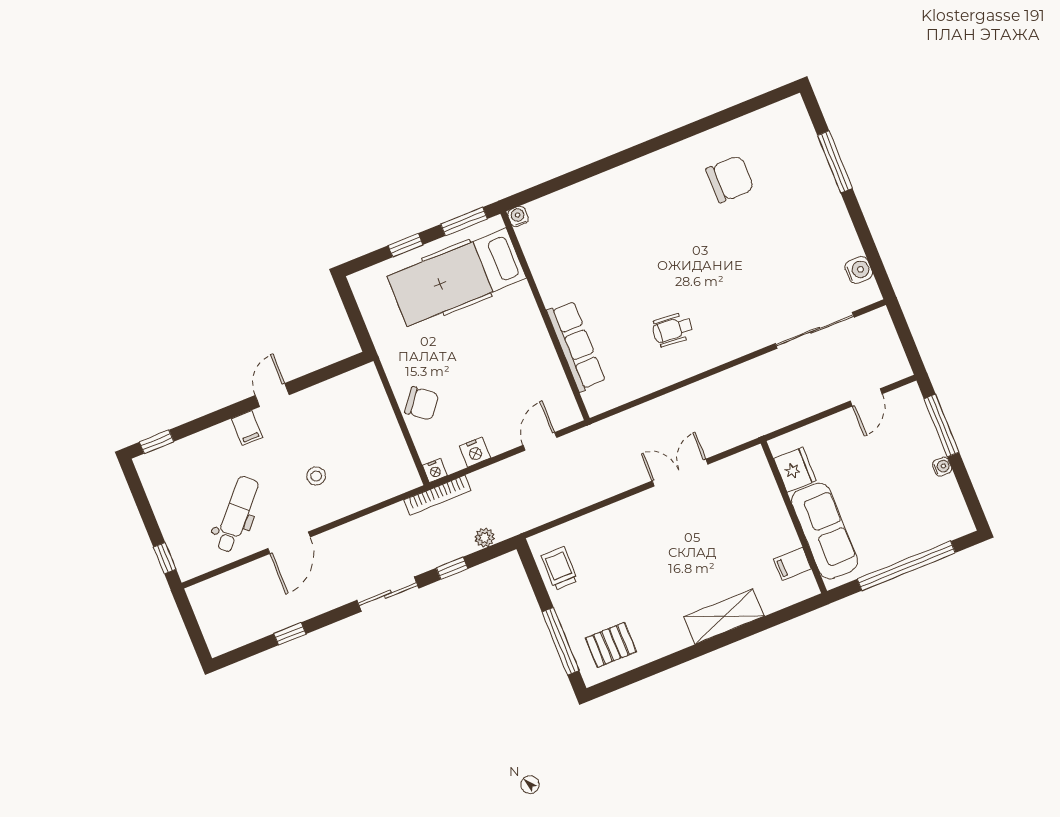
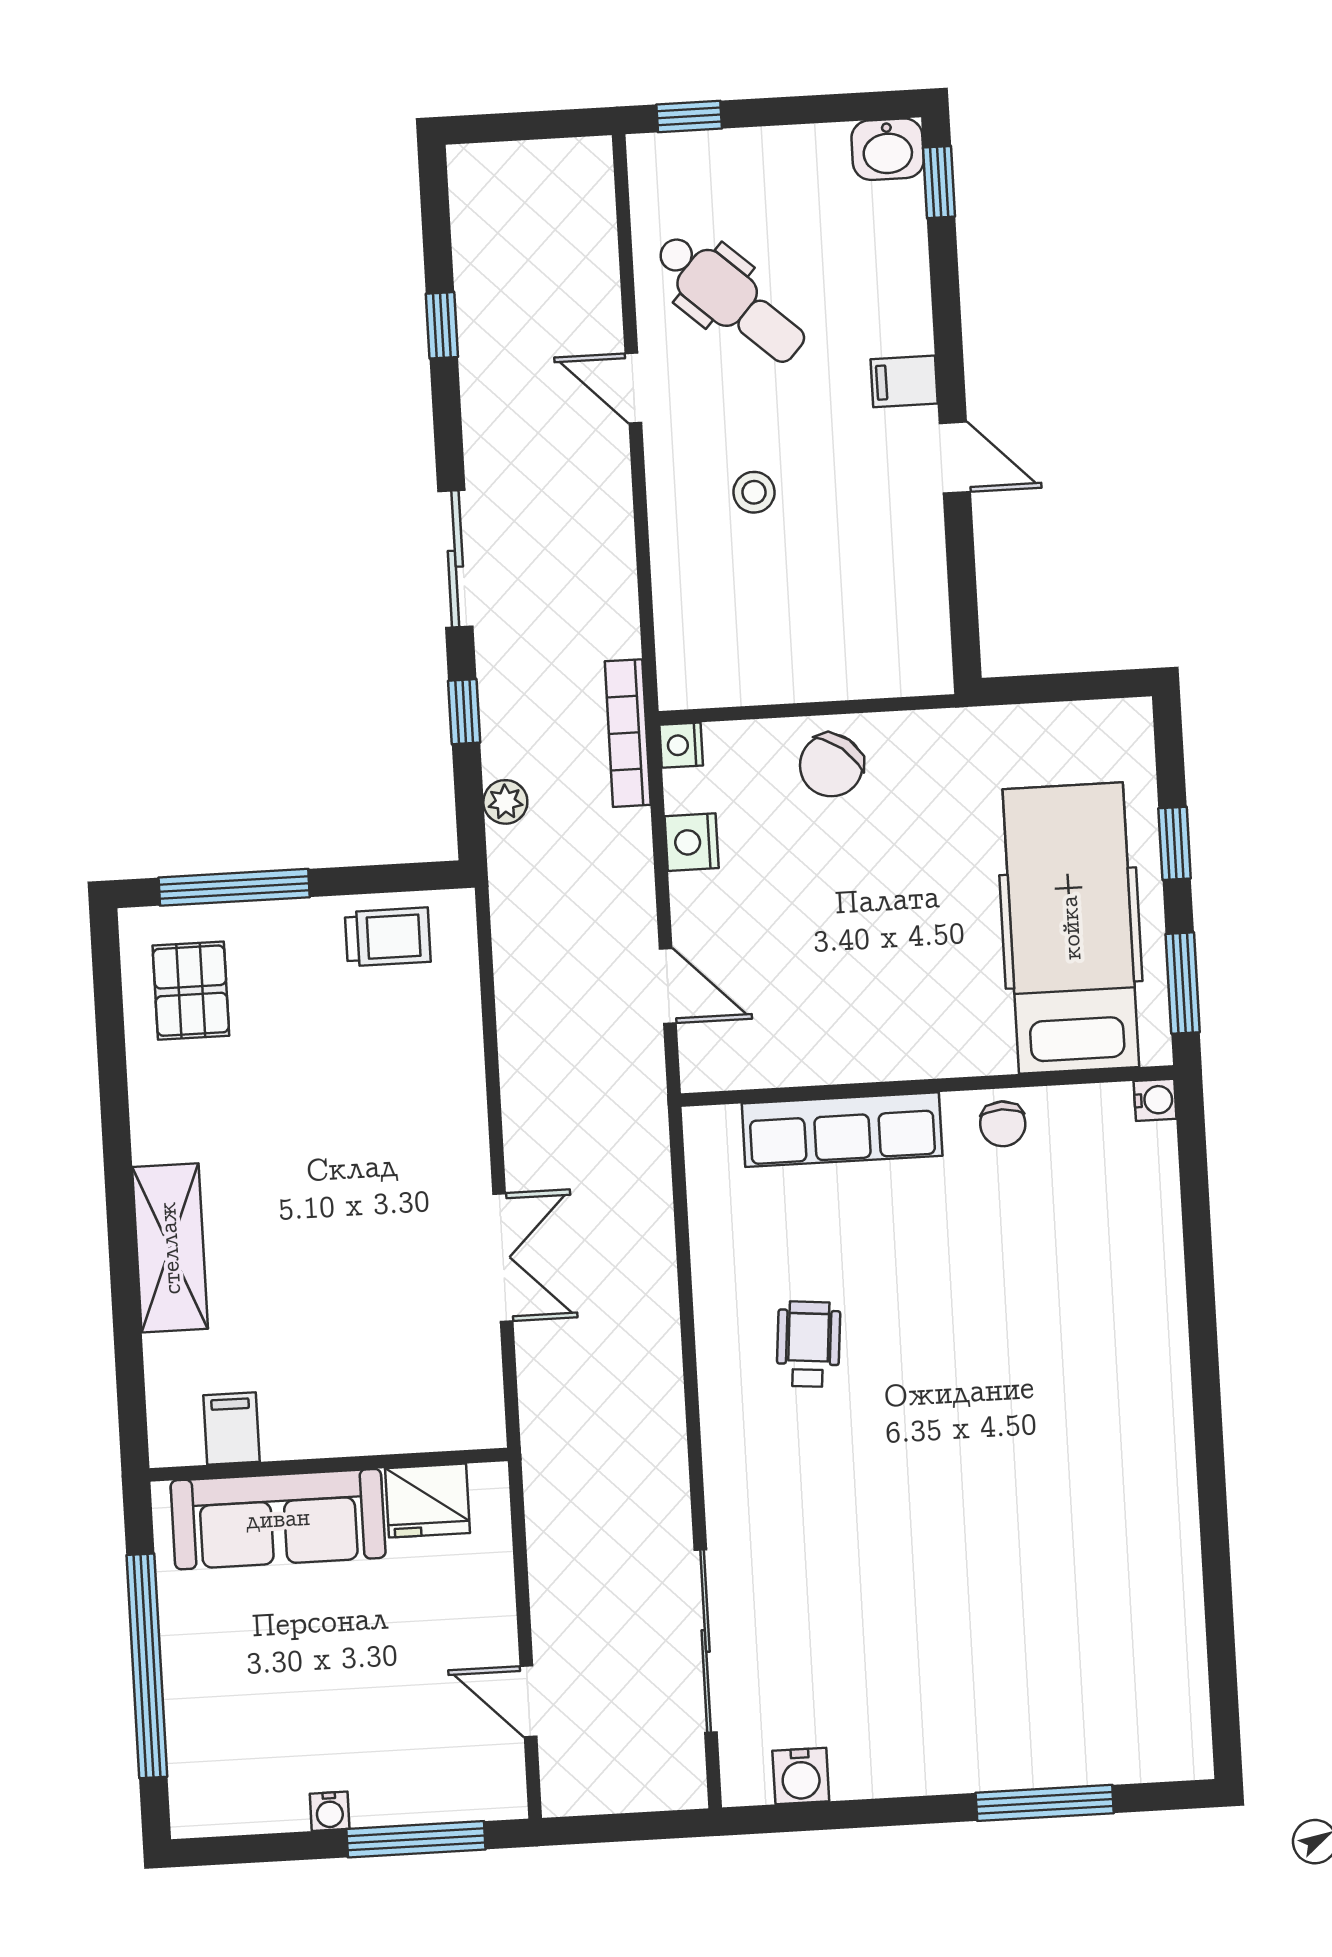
chair: (730, 179) -> (1003, 1124), moved, width x0.54, depth x0.54
washbasin: (150, 469) -> (888, 149), added
door: (289, 543) -> (633, 388), width x0.73

